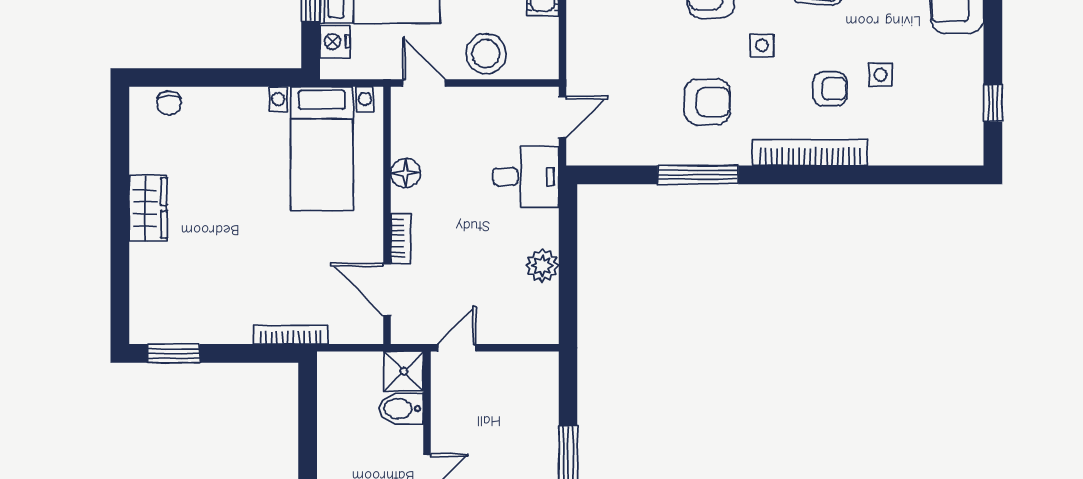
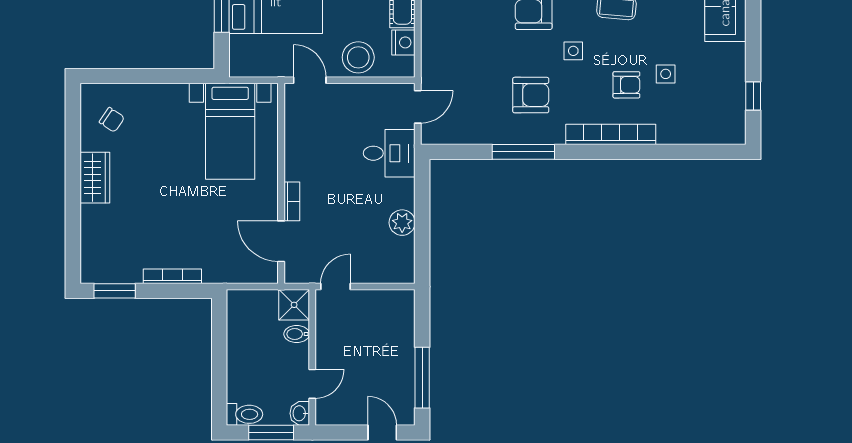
nightstand: (335, 42) -> (403, 42), moved, turned 180
chair: (169, 103) -> (112, 120), moved, turned -56
floor lamp: (406, 173) -> (296, 150), removed
bookcase: (291, 335) -> (172, 276), moved
bidet: (401, 409) -> (297, 334), width x0.72, depth x0.74

